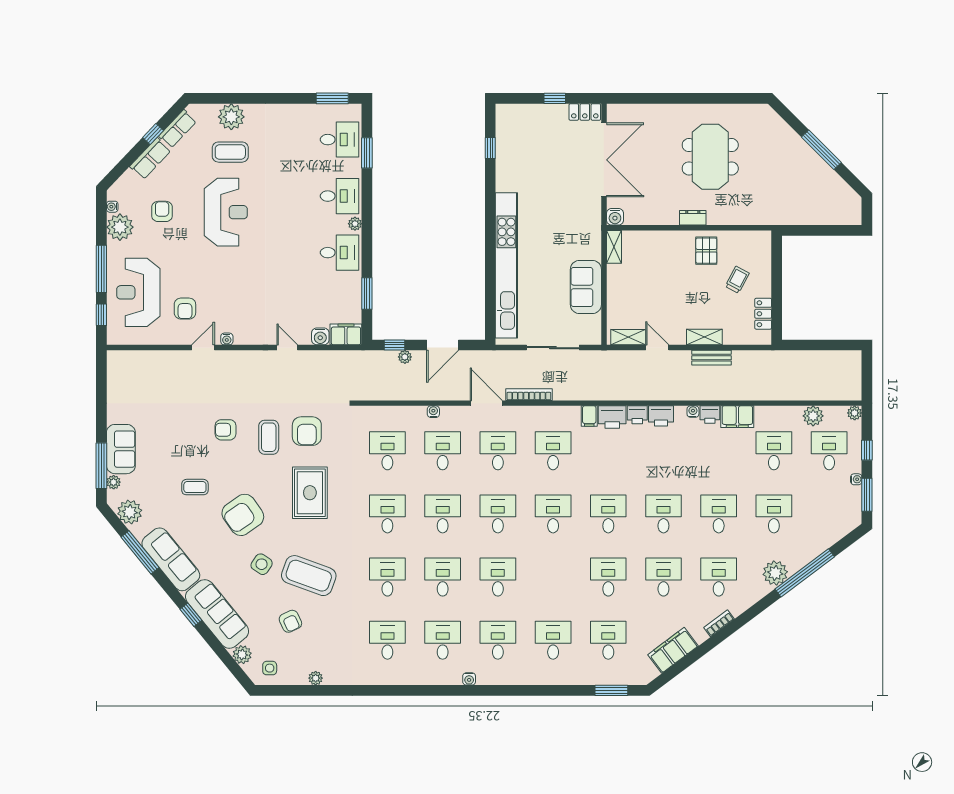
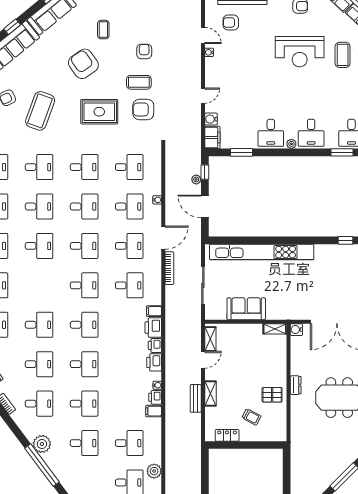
filing cabinet: (737, 417) -> (154, 411), width x0.50
side table: (262, 564) -> (48, 77), removed

